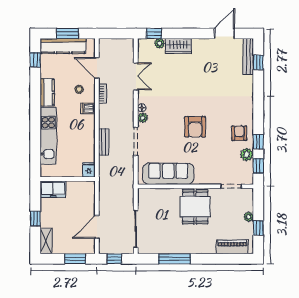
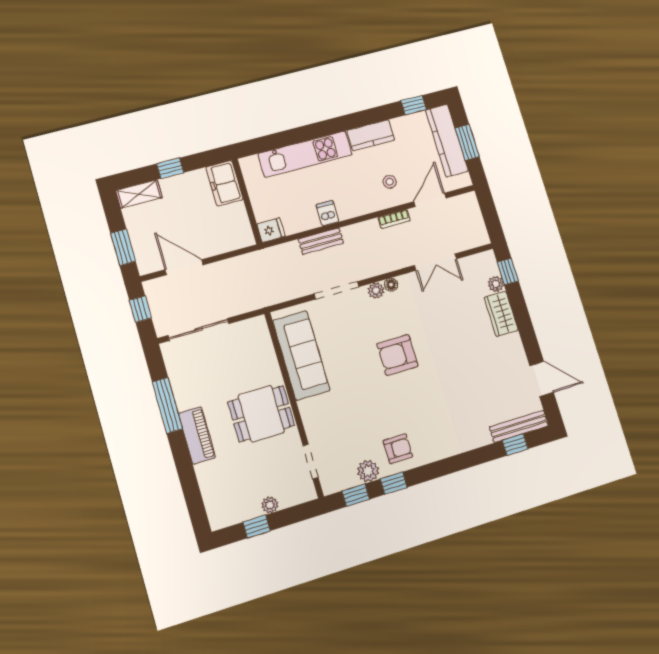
dishwasher: (88, 108) -> (327, 213), moved
armchair: (195, 127) -> (397, 355), moved
piano: (232, 247) -> (197, 435), moved

